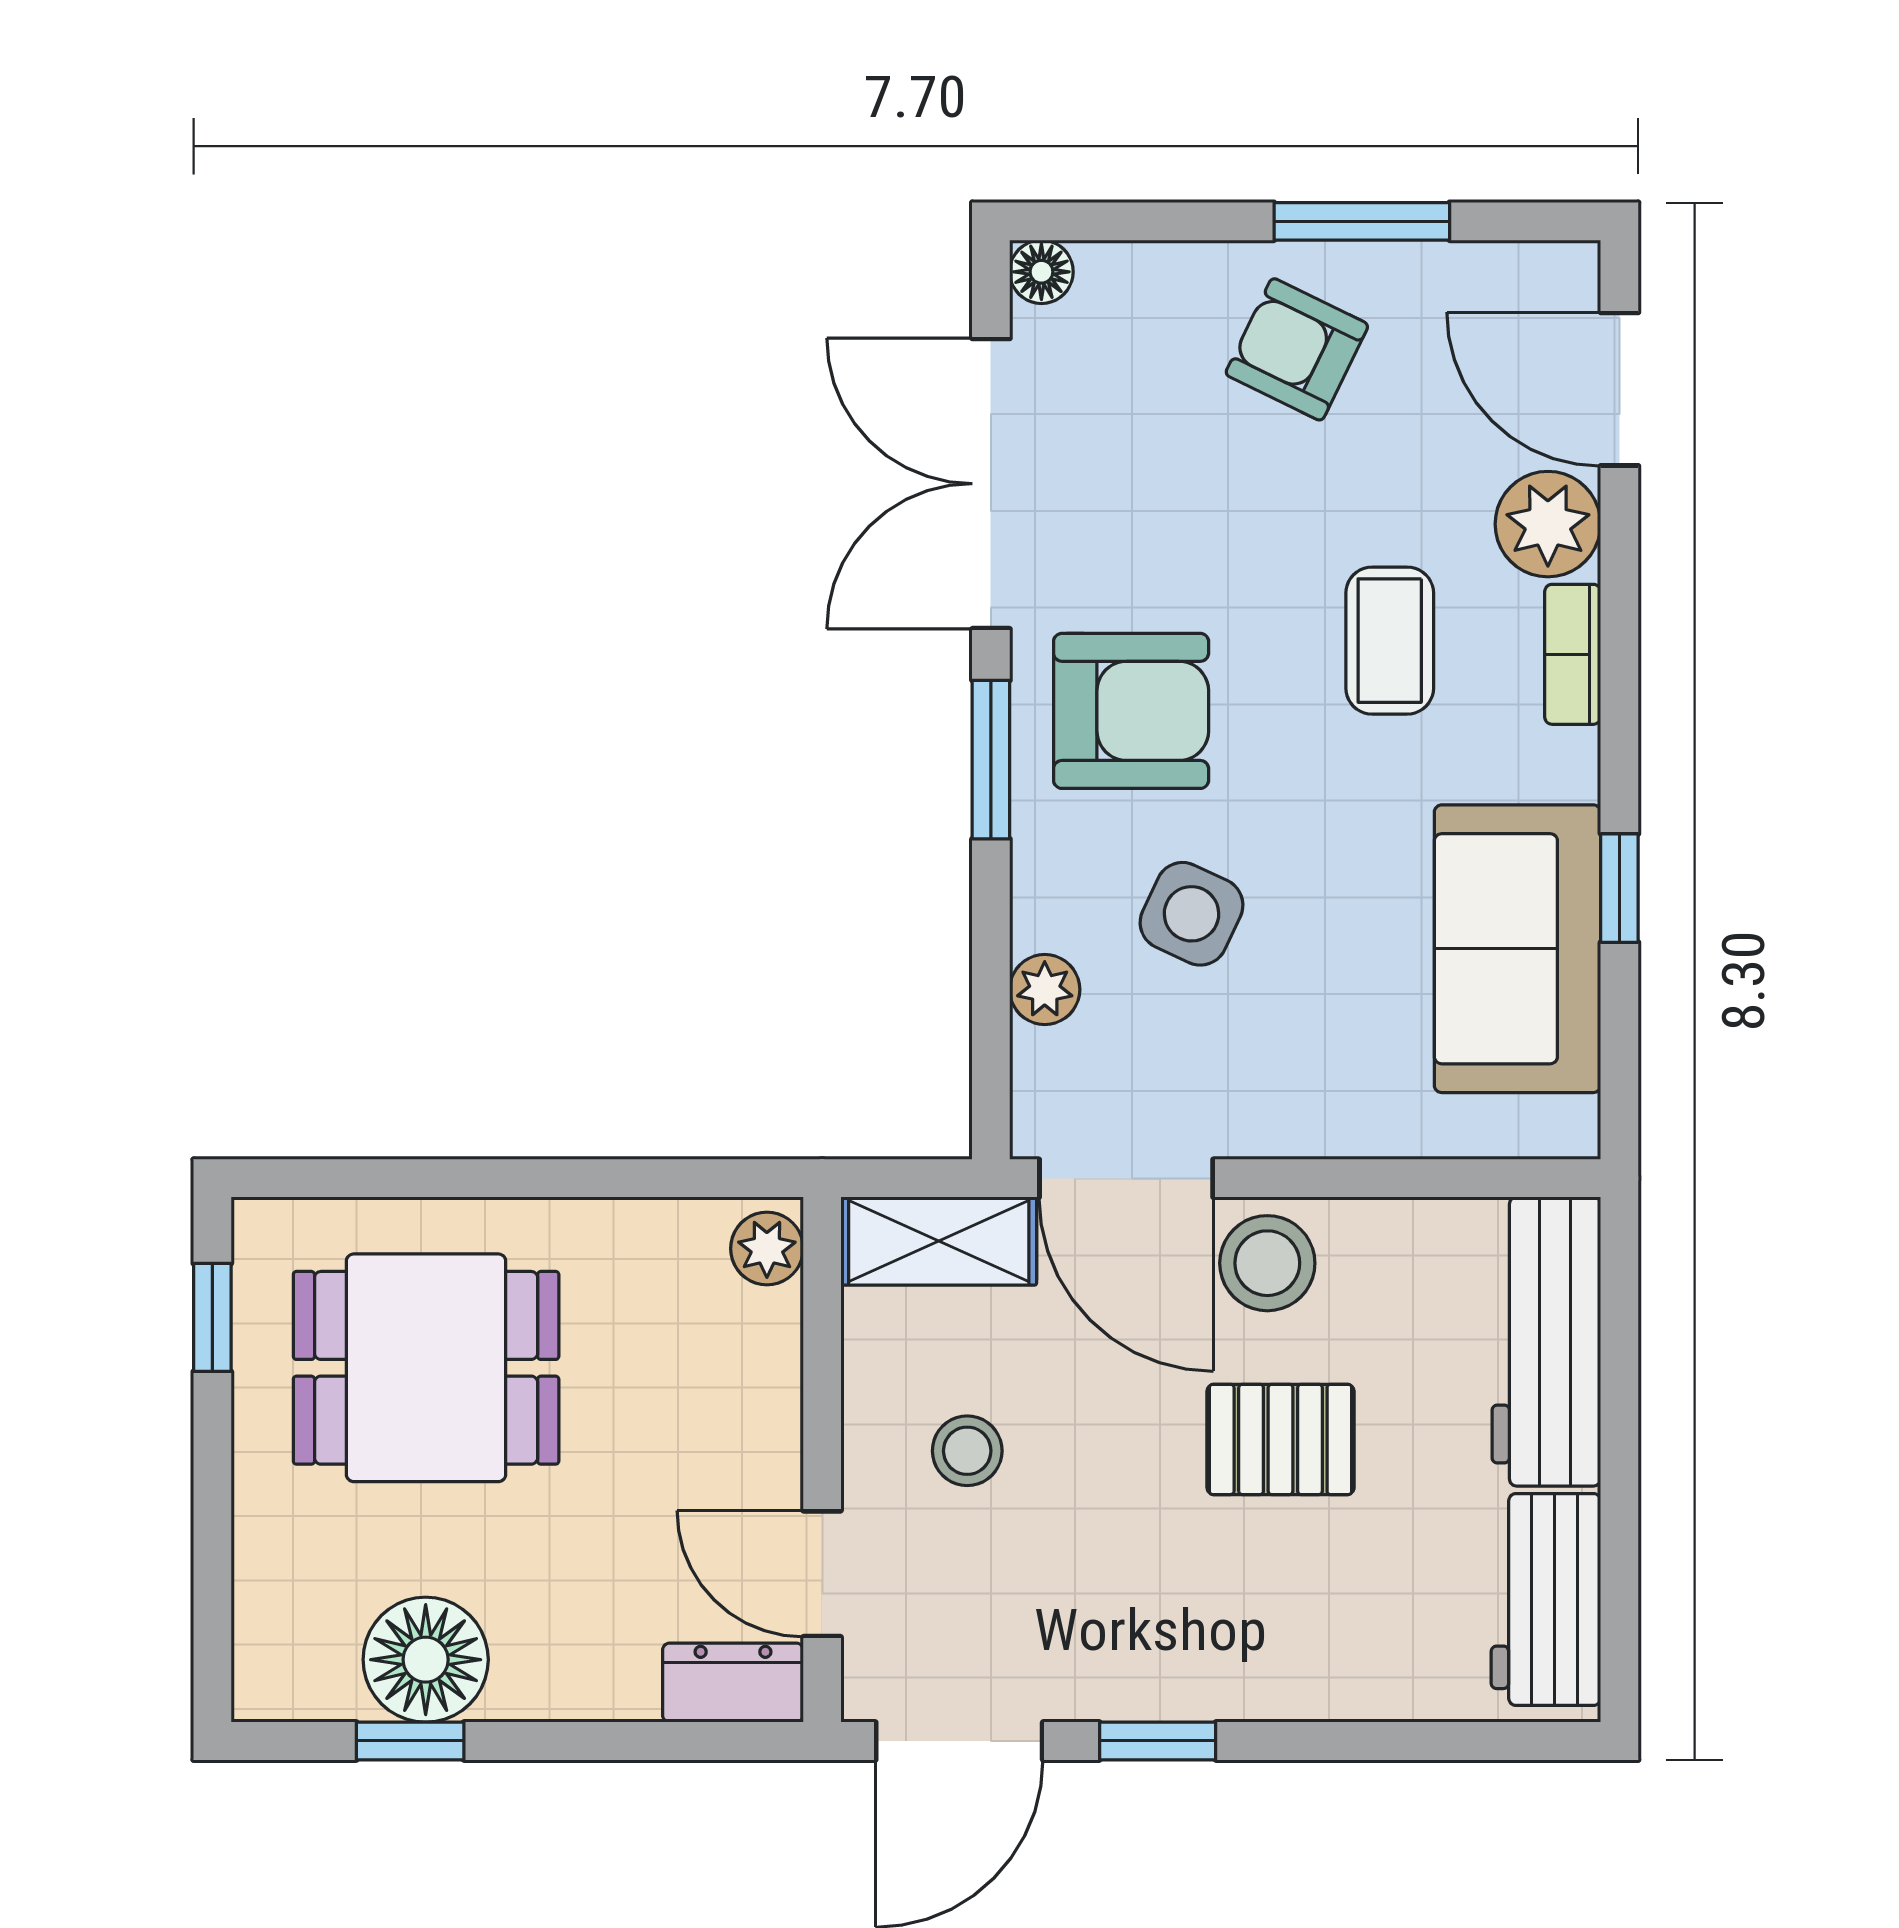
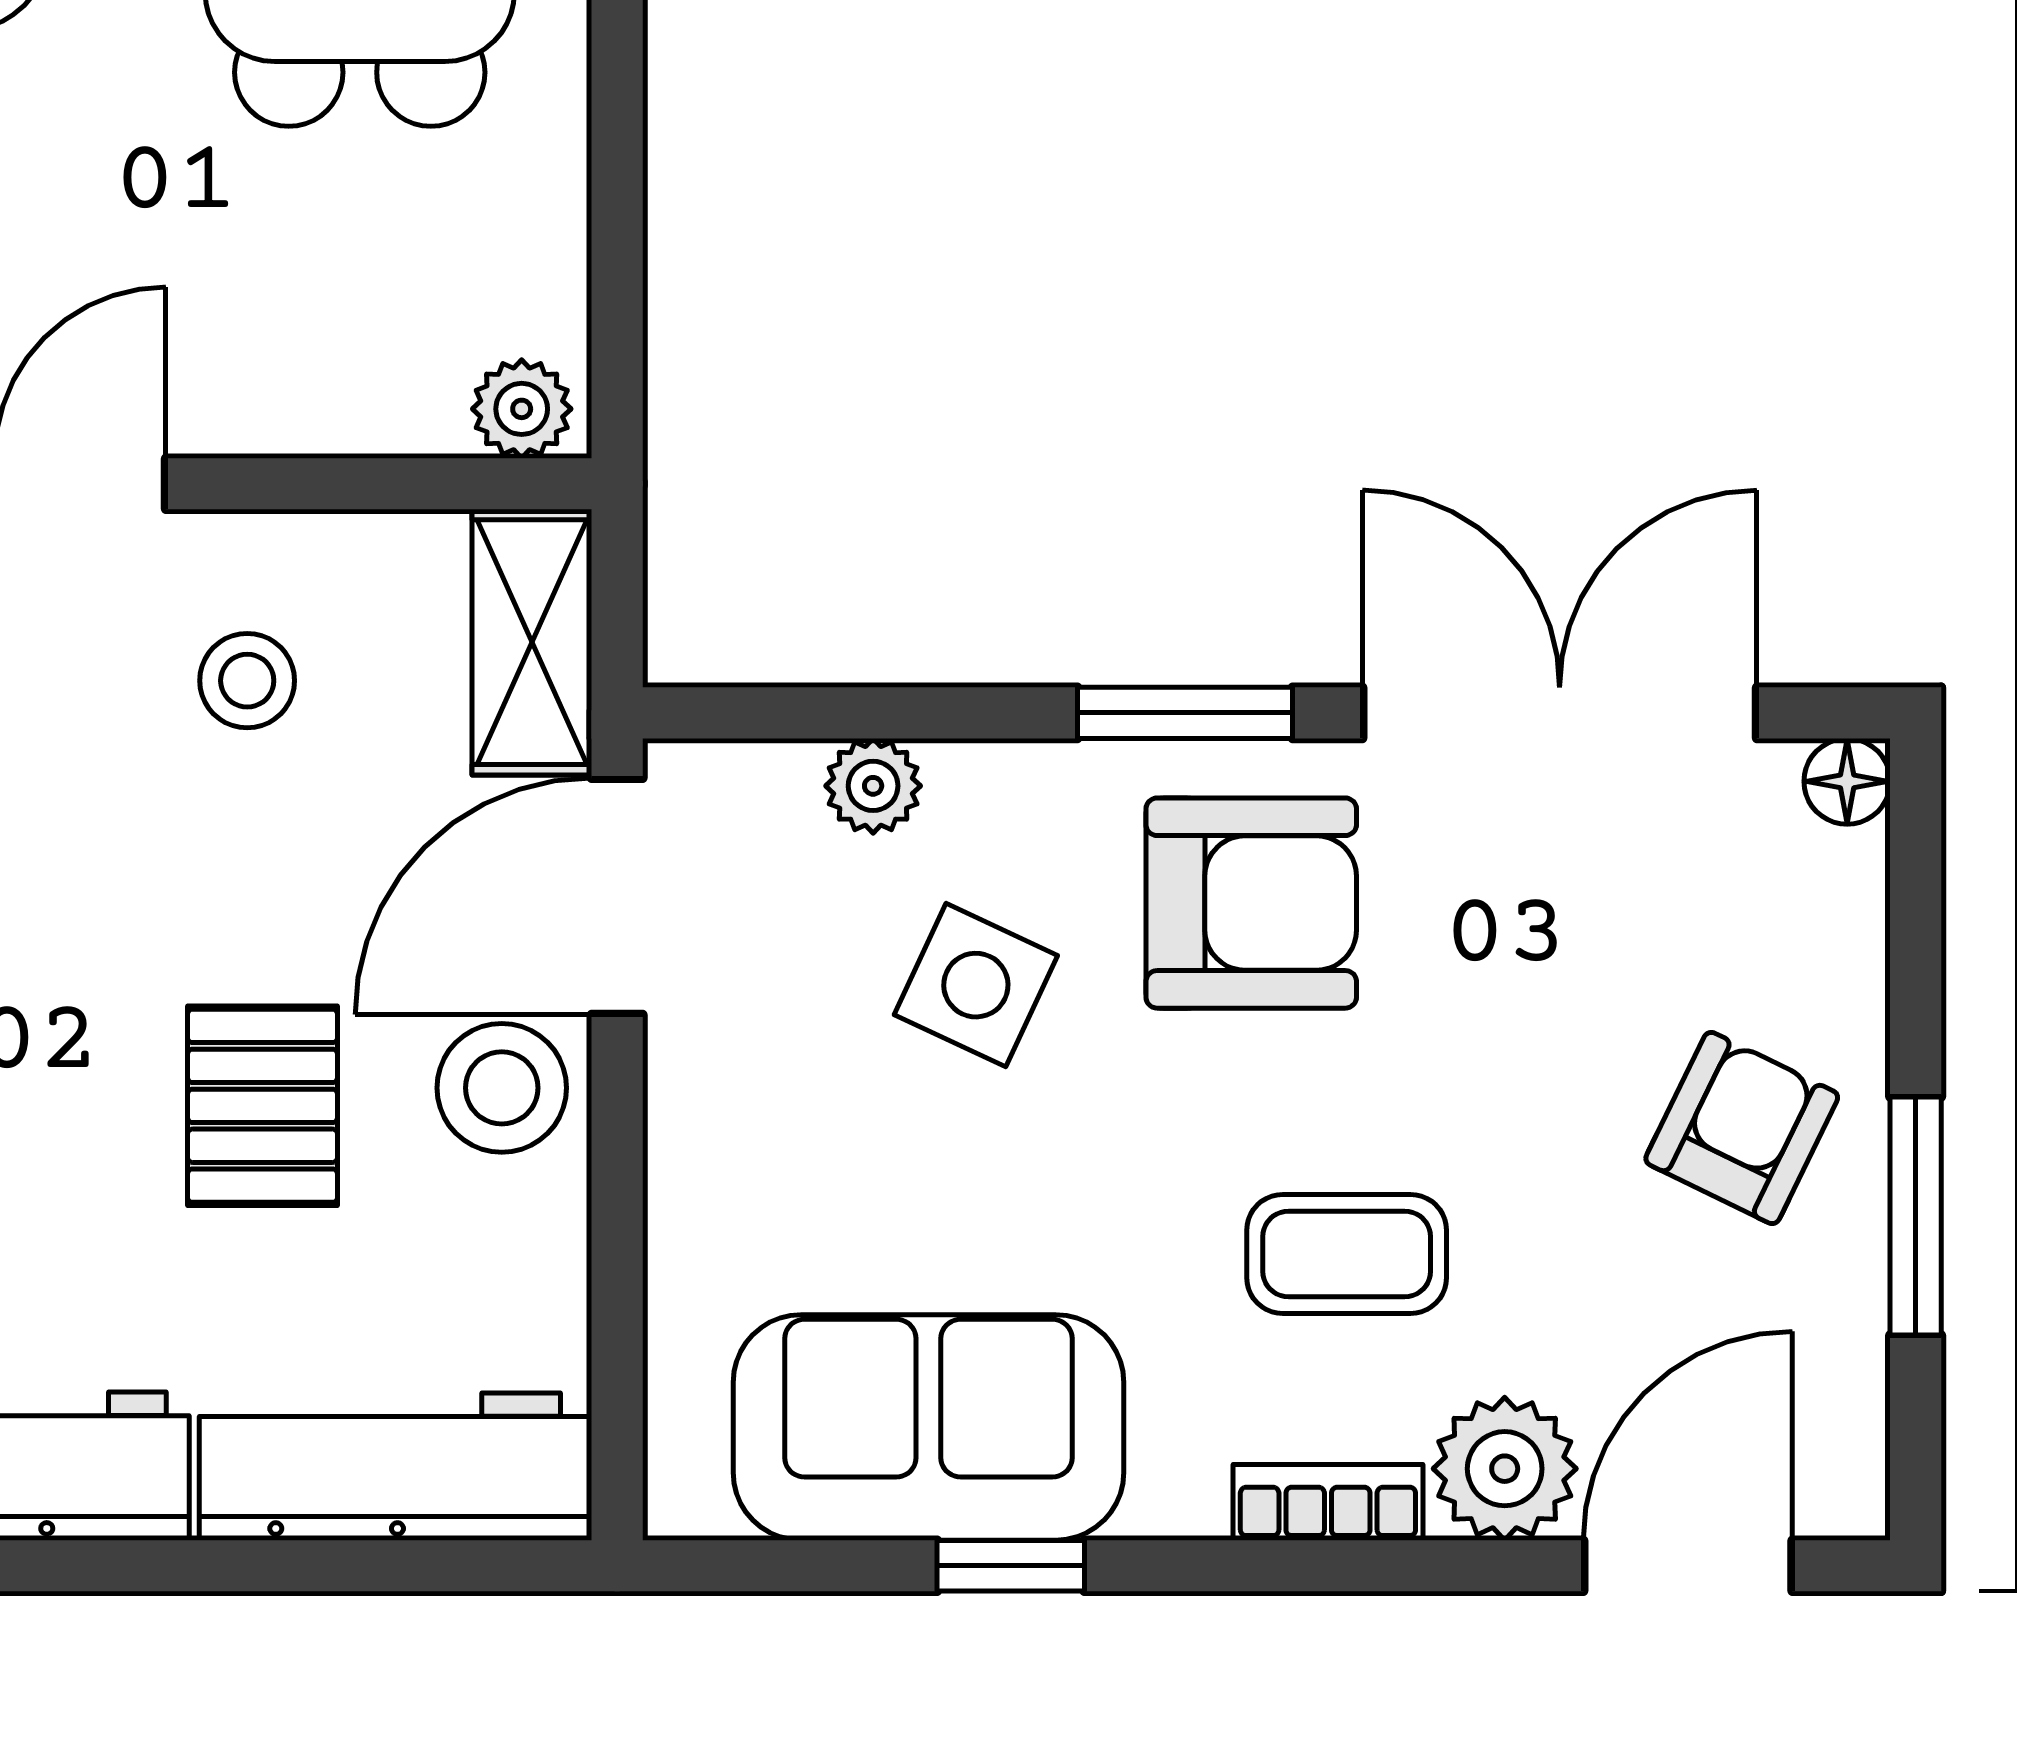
armchair: (1131, 711) -> (1251, 903), turned -90

